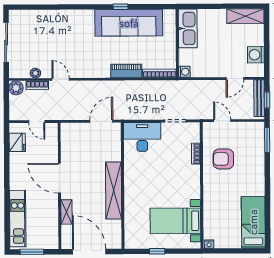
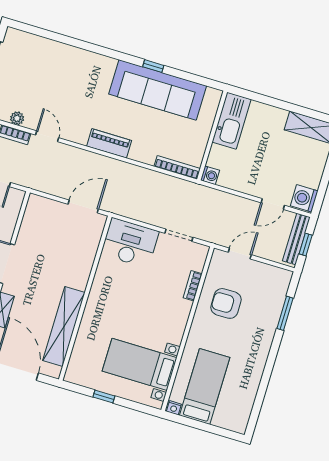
washing machine: (256, 55) -> (304, 198), moved
piano: (126, 71) -> (109, 143), moved
door: (222, 121) -> (240, 254), hinge flipped
window: (267, 140) -> (285, 313), moved
shelving: (114, 191) -> (64, 327), moved
bed: (253, 222) -> (205, 386), moved

